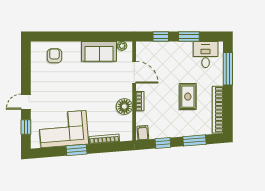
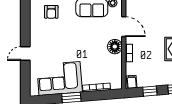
armchair: (54, 56) -> (51, 12), turned 180
floor lamp: (124, 106) -> (115, 47), moved
window: (26, 127) -> (25, 77), removed

